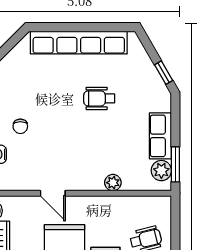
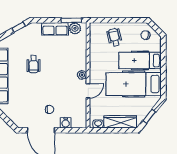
plant: (113, 183) -> (82, 75), moved

